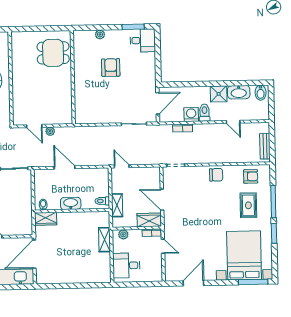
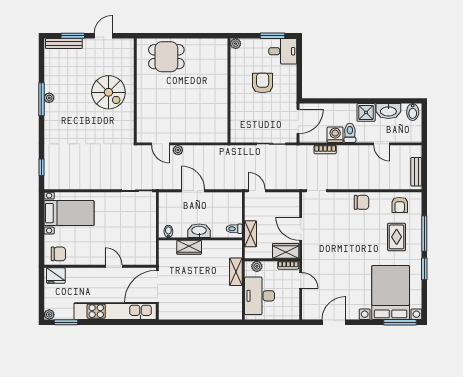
dining table: (53, 53) -> (166, 57), moved
armchair: (111, 68) -> (263, 83), moved
wall: (73, 77) -> (229, 90), moved
armchair: (251, 176) -> (400, 205), turned 90
wardrobe: (46, 219) -> (189, 247), moved
desk: (126, 265) -> (259, 296), width x1.37

